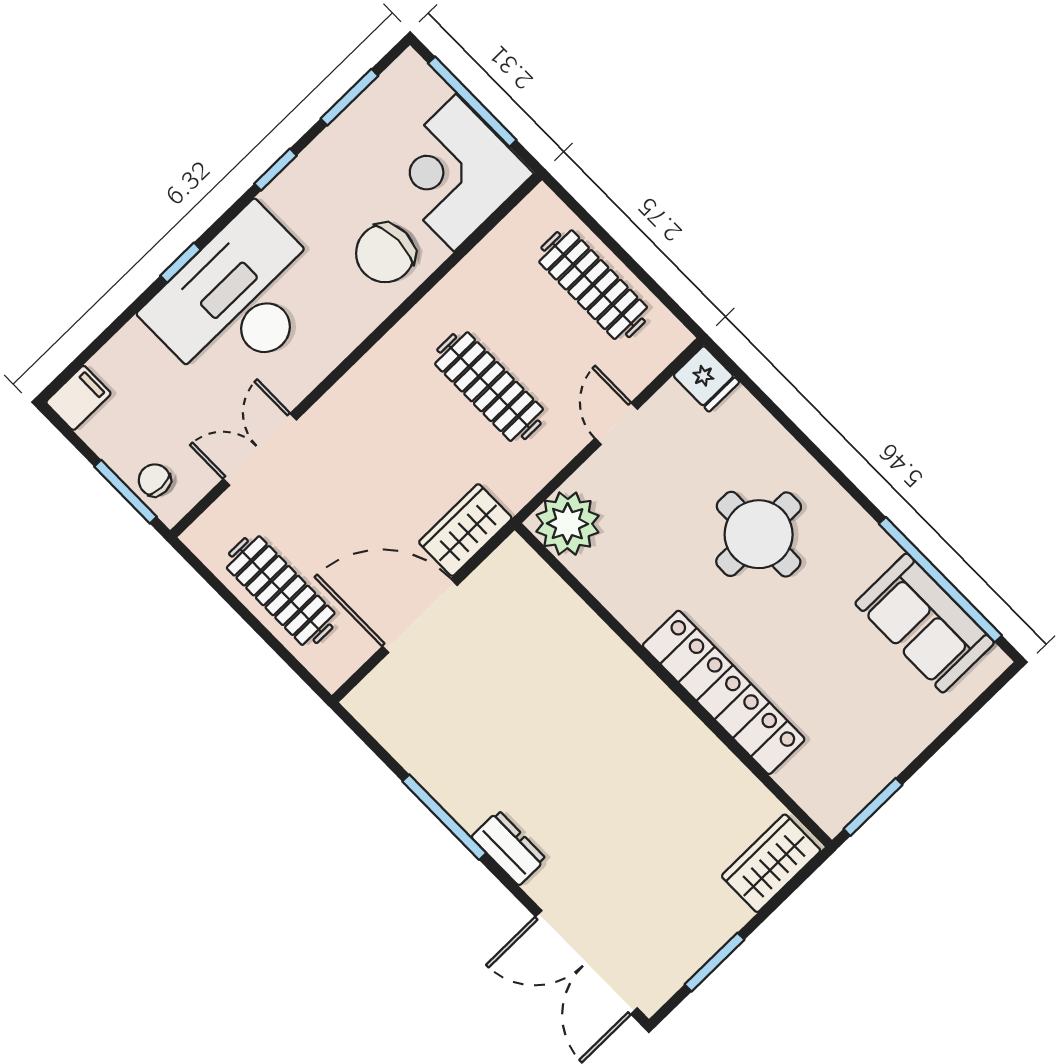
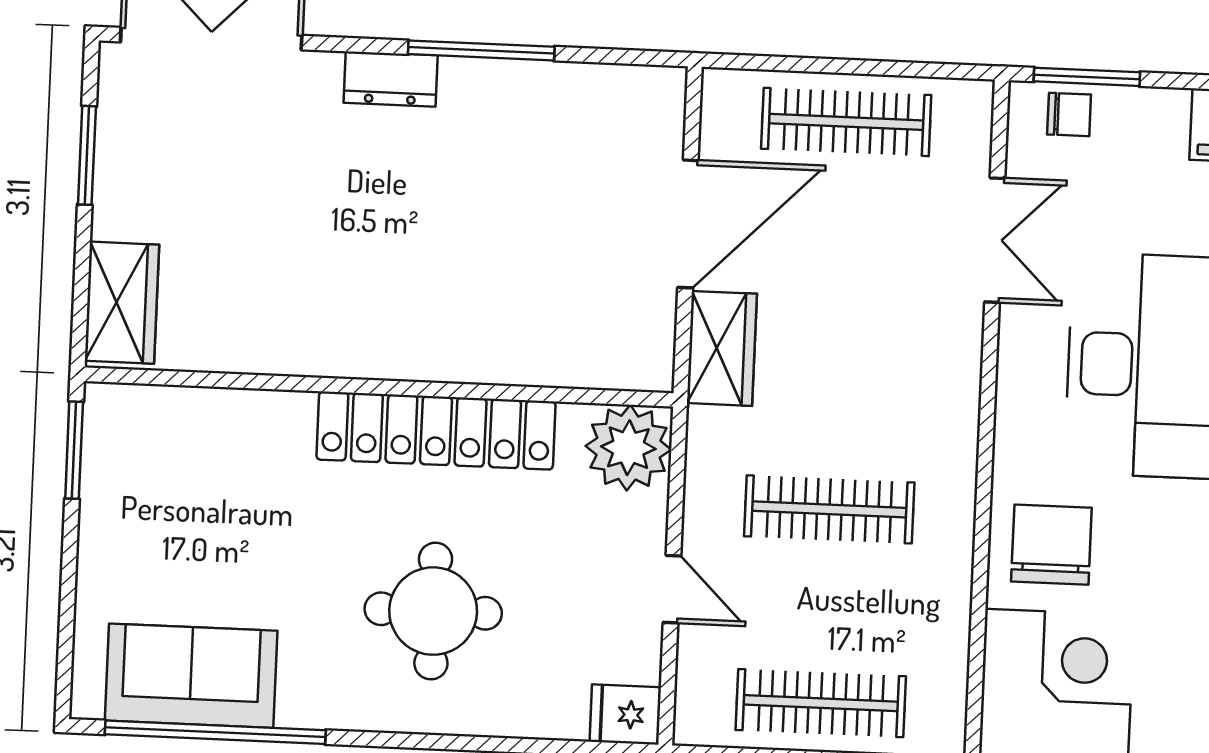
locker: (724, 692) -> (436, 431), moved

